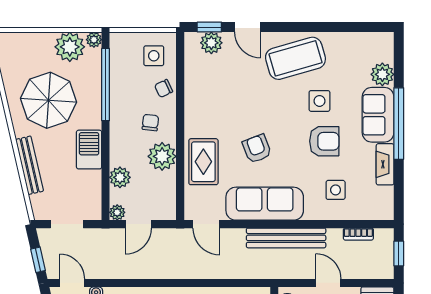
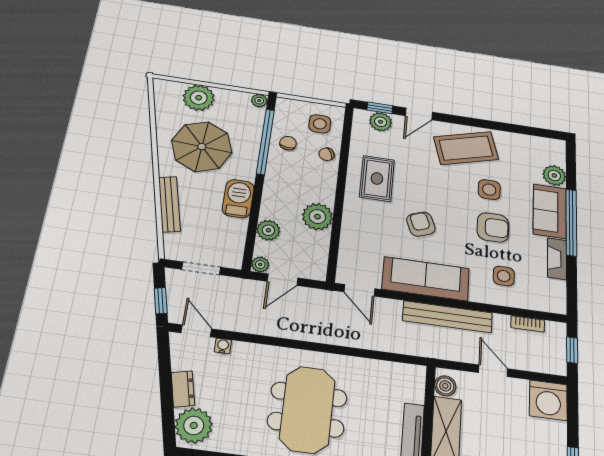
door: (248, 27) -> (419, 114), hinge flipped
plant: (70, 47) -> (199, 98), moved
chair: (150, 123) -> (288, 143), moved
rug: (203, 162) -> (377, 178), moved

